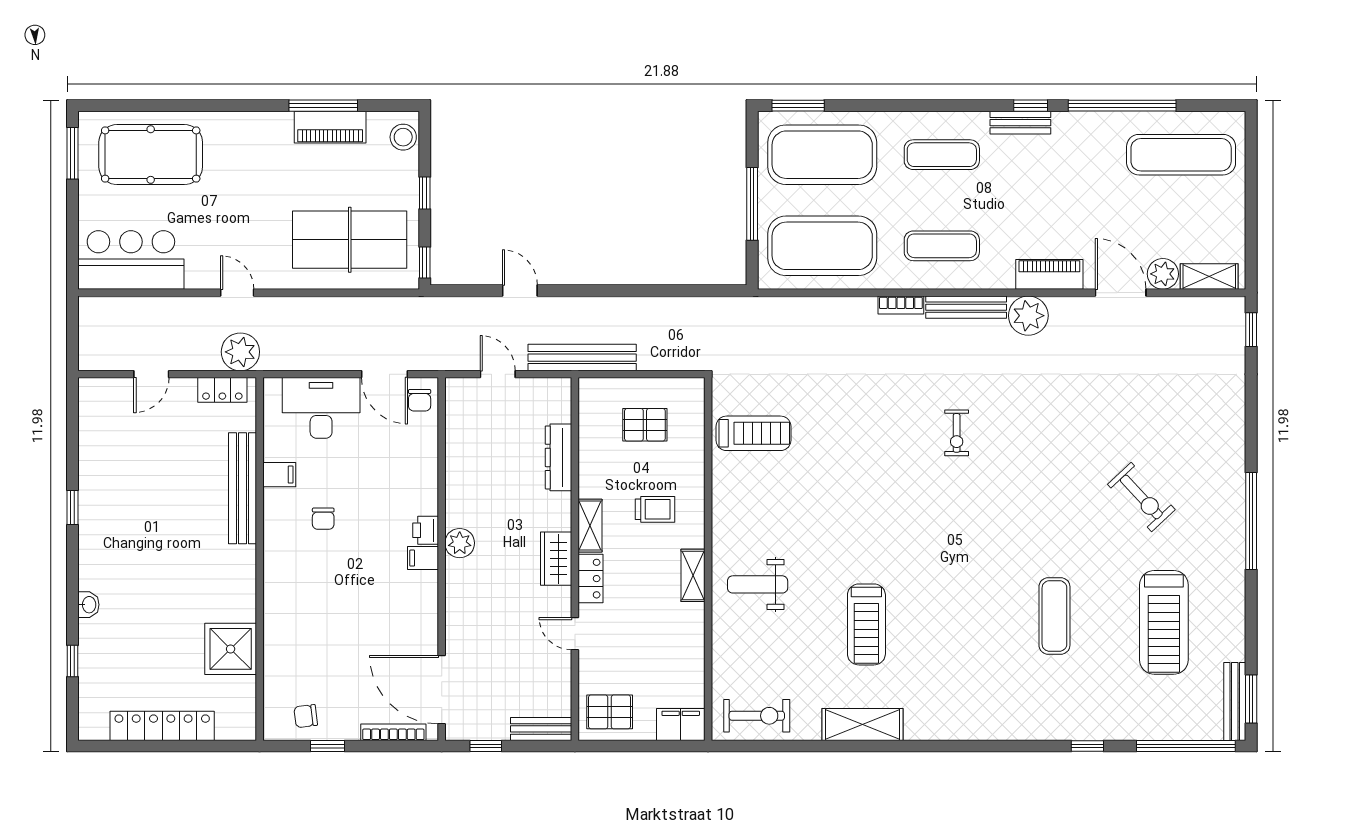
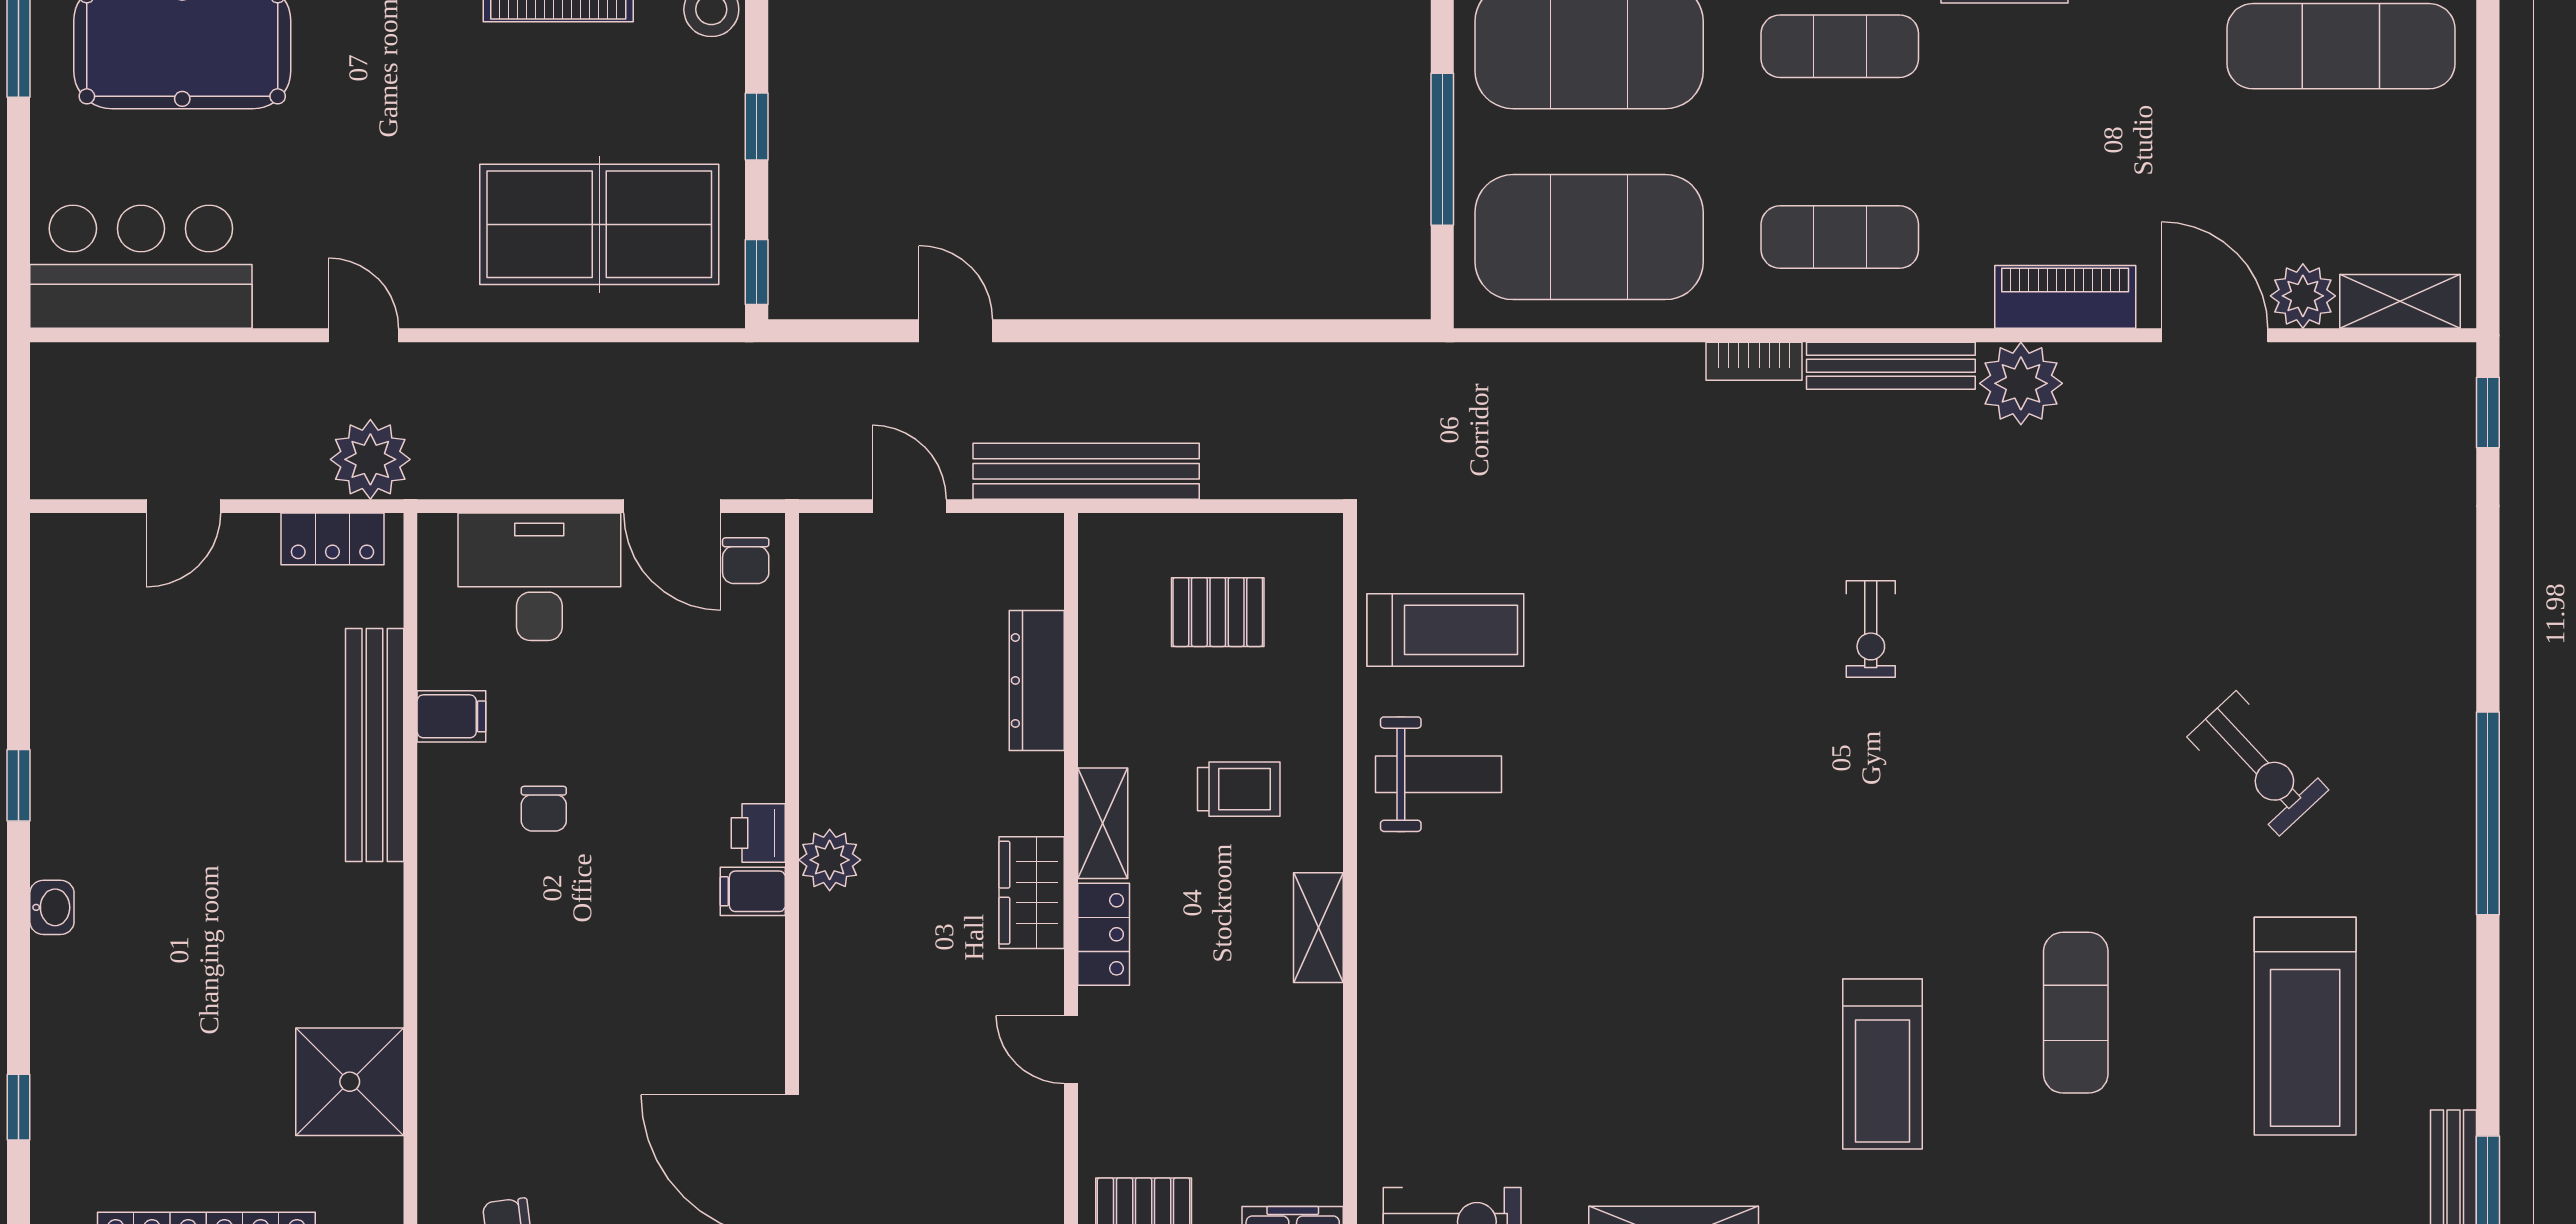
weight bench: (758, 584) -> (1439, 774), moved, turned 180
washbasin: (88, 605) -> (52, 907), moved
treadmill: (866, 624) -> (1882, 1064), moved

